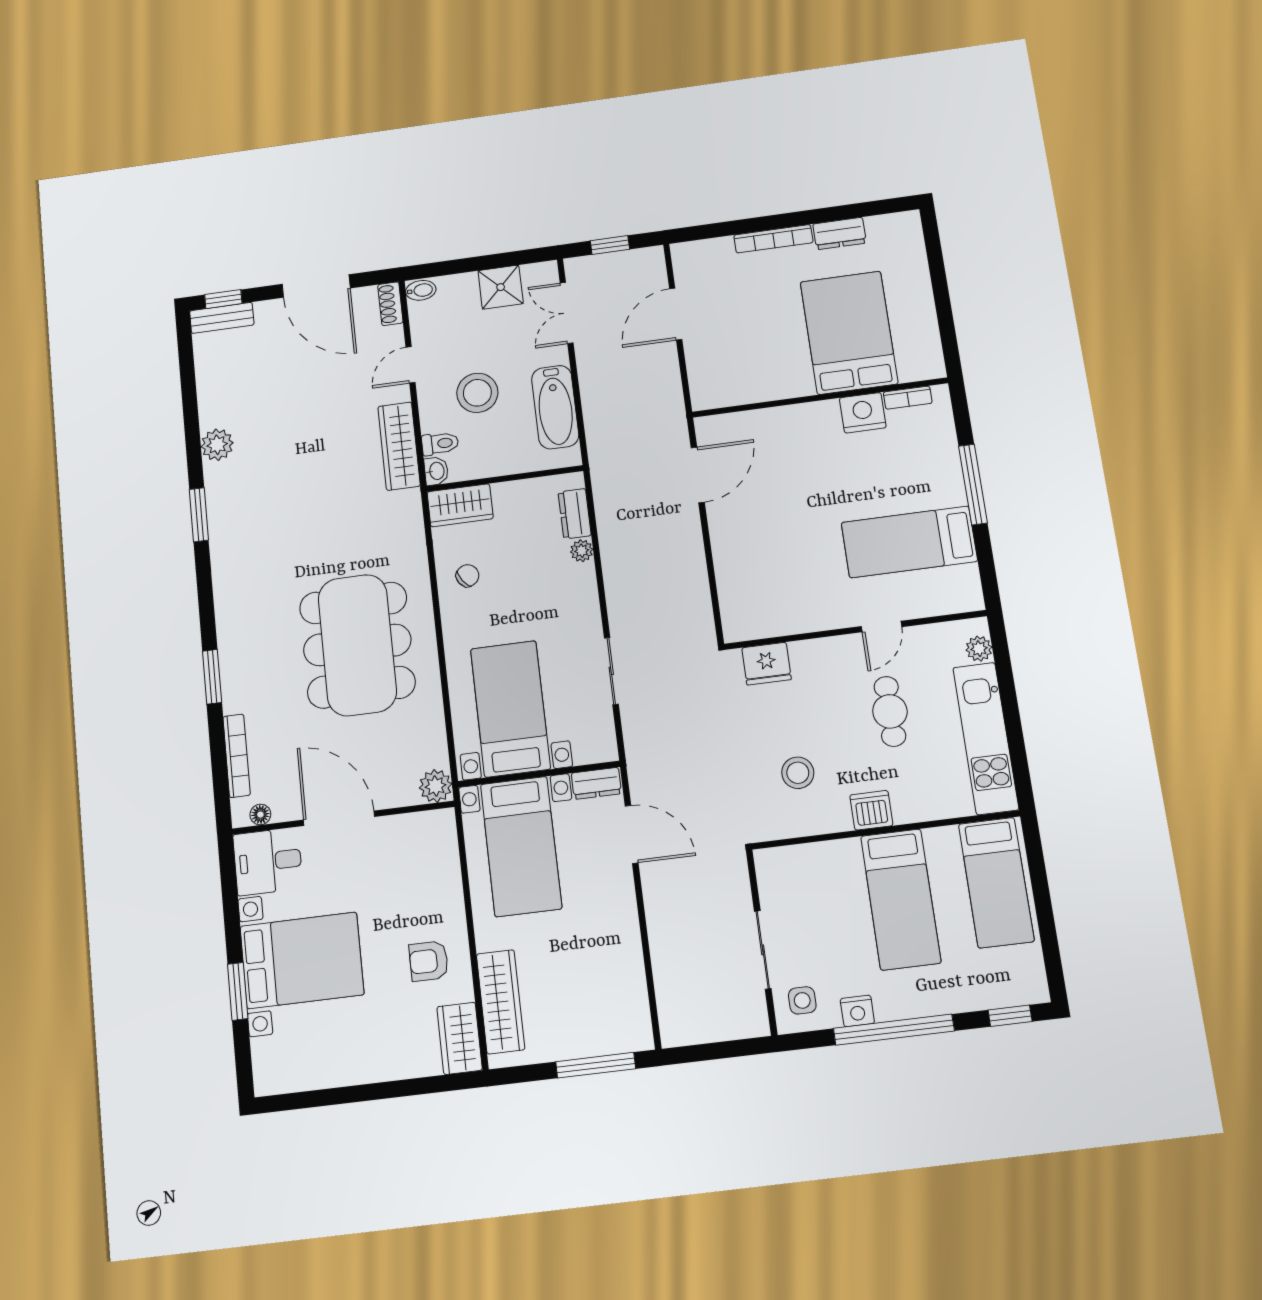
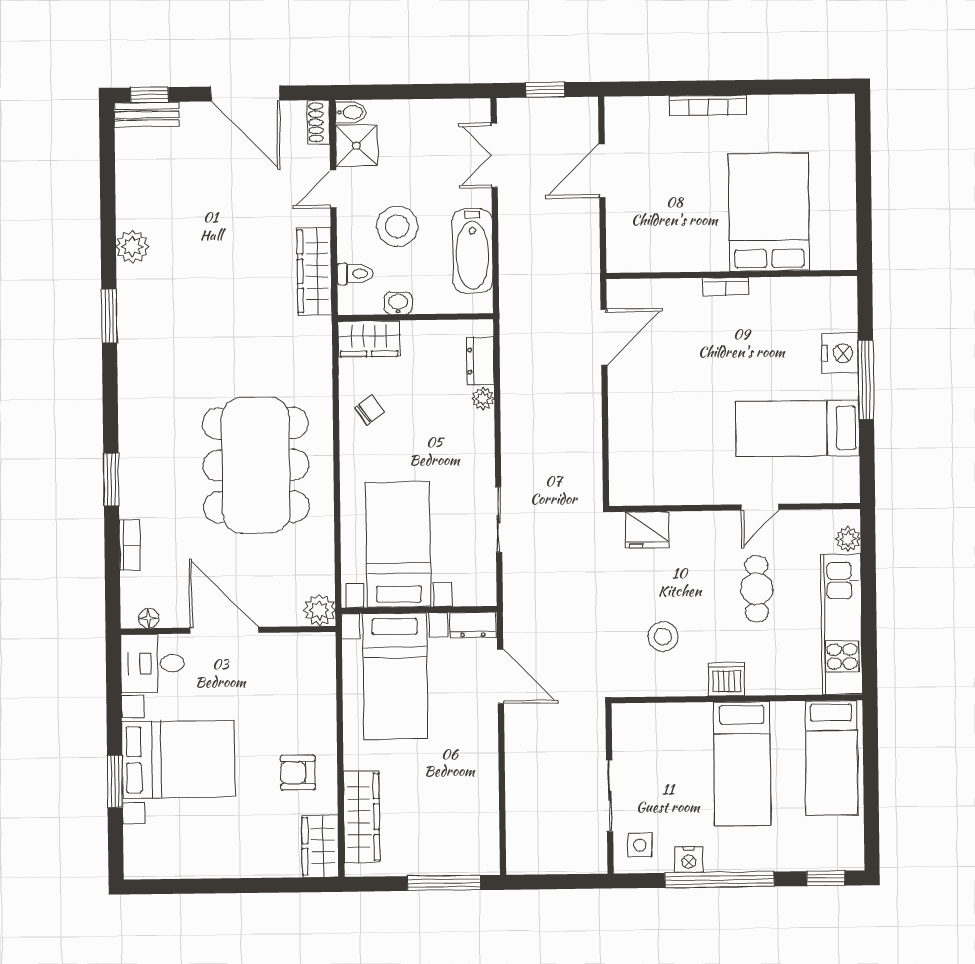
dresser: (840, 234) -> (773, 109), removed
shower: (501, 287) -> (356, 146), moved
bookcase: (908, 398) -> (726, 287), moved
nightstand: (863, 413) -> (840, 353), moved, turned 90
washbasin: (436, 471) -> (398, 303), moved, turned -90
bookcase: (237, 756) -> (130, 545), width x0.64

